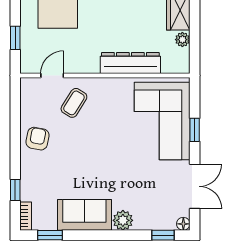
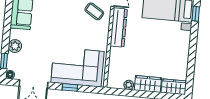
dresser: (130, 63) -> (119, 28), moved
plant: (123, 220) -> (15, 46), moved

